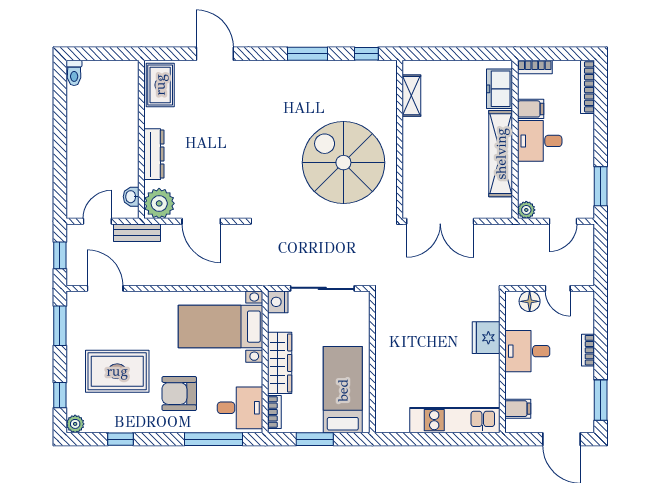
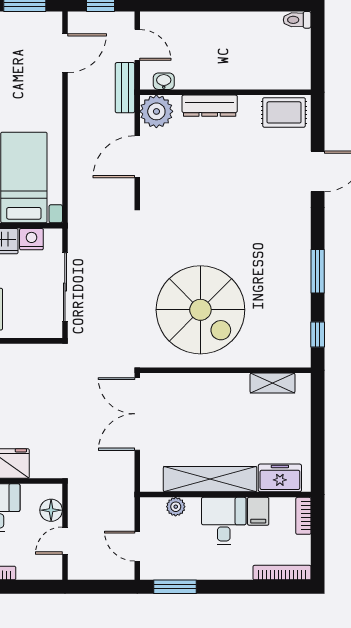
spiral stairs: (343, 163) -> (200, 310), turned 90
plant: (526, 210) -> (176, 507), moved
nightstand: (278, 302) -> (31, 239), moved

